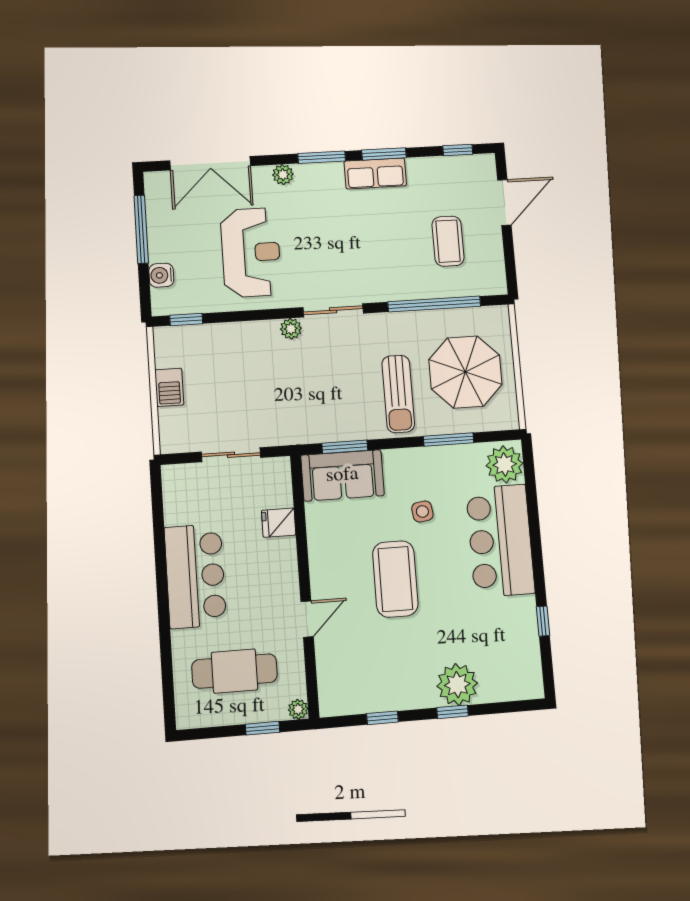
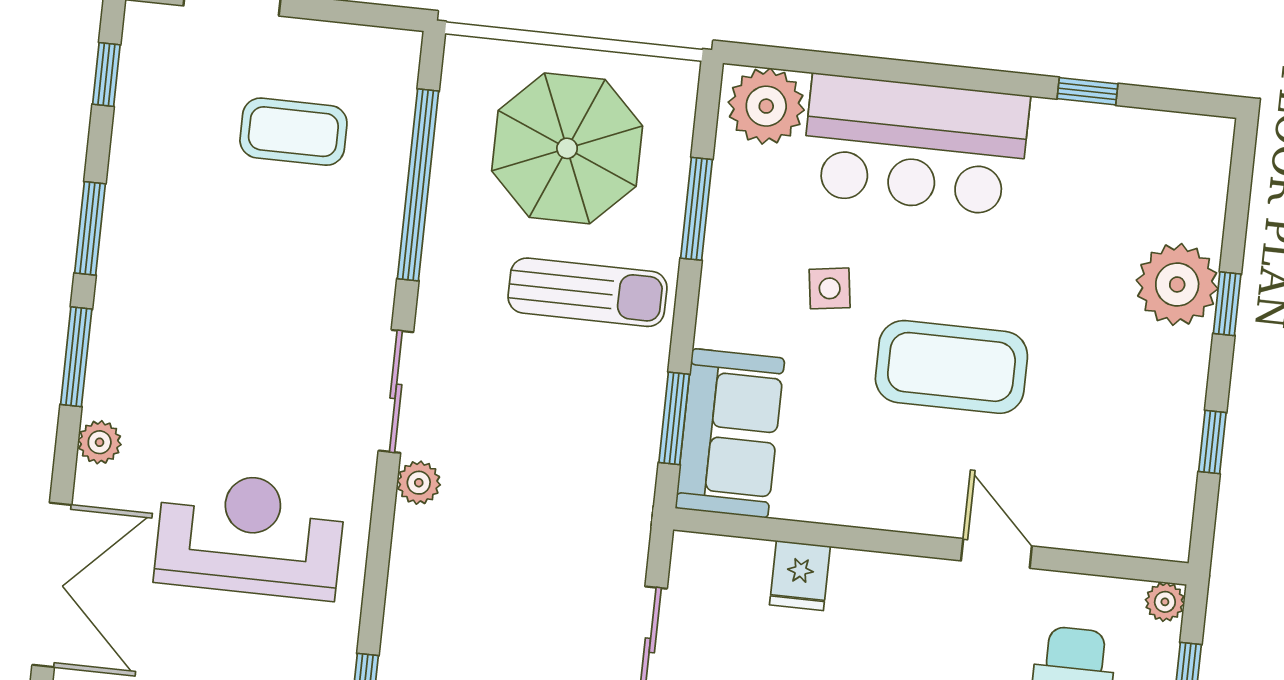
row of seats: (375, 173) -> (128, 254), removed

